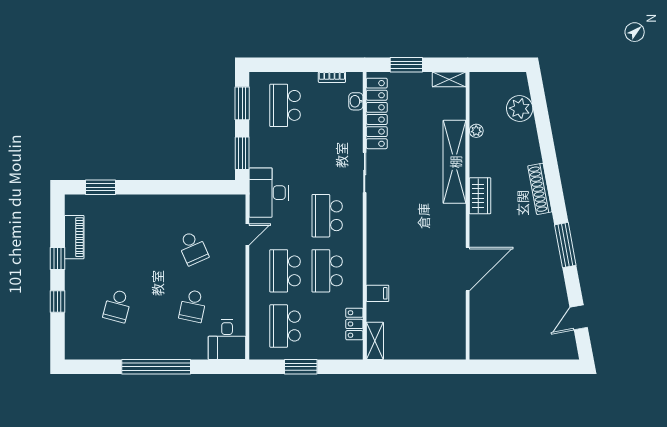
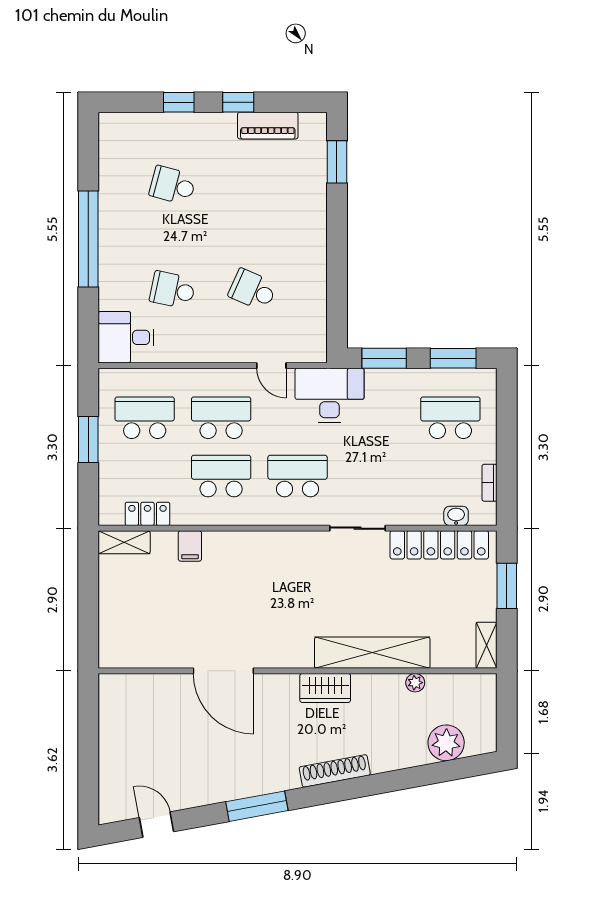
school desk: (193, 248) -> (253, 290), turned 48

